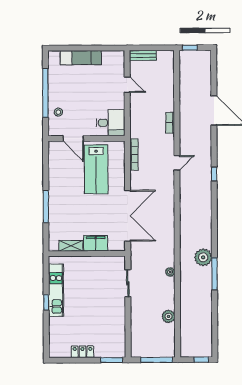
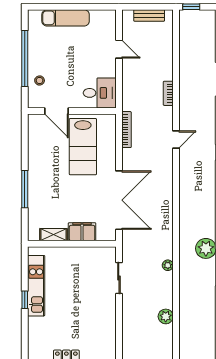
bench: (143, 55) -> (149, 15), moved

